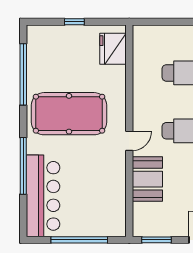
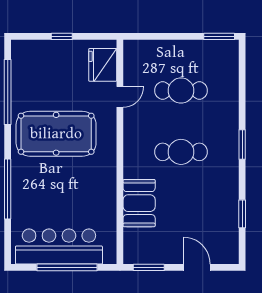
door: (129, 141) -> (120, 97), moved
bar counter: (43, 196) -> (59, 247), moved, turned -90

